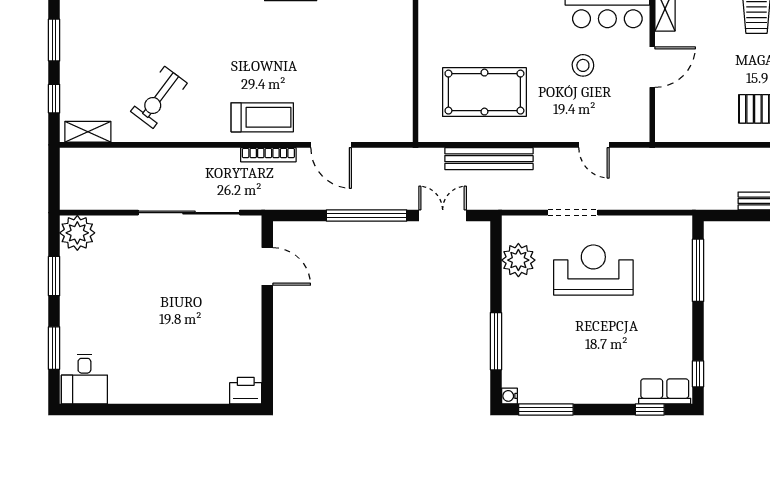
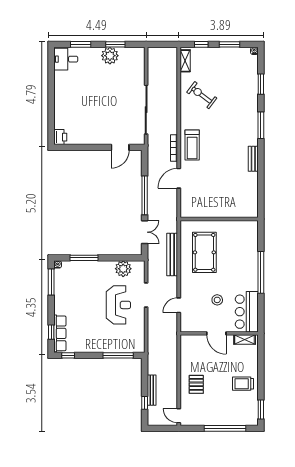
plant: (77, 233) -> (110, 56), moved
row of seats: (665, 391) -> (60, 333), width x1.48

